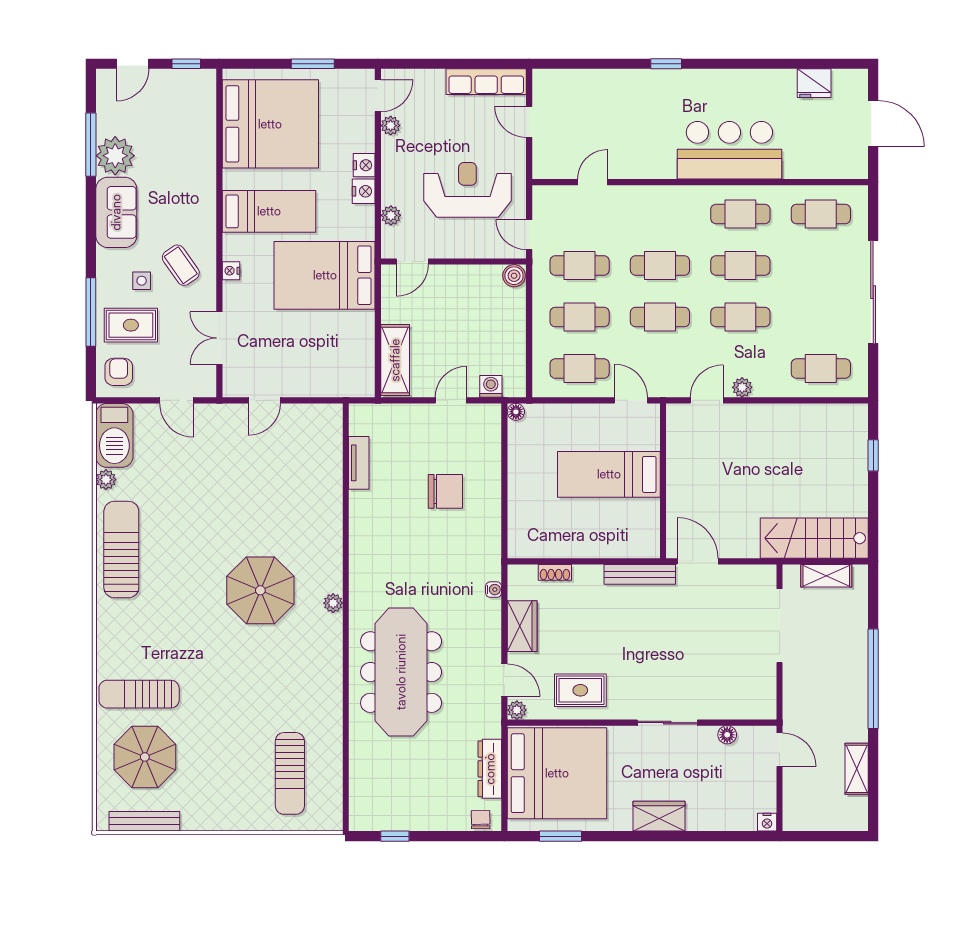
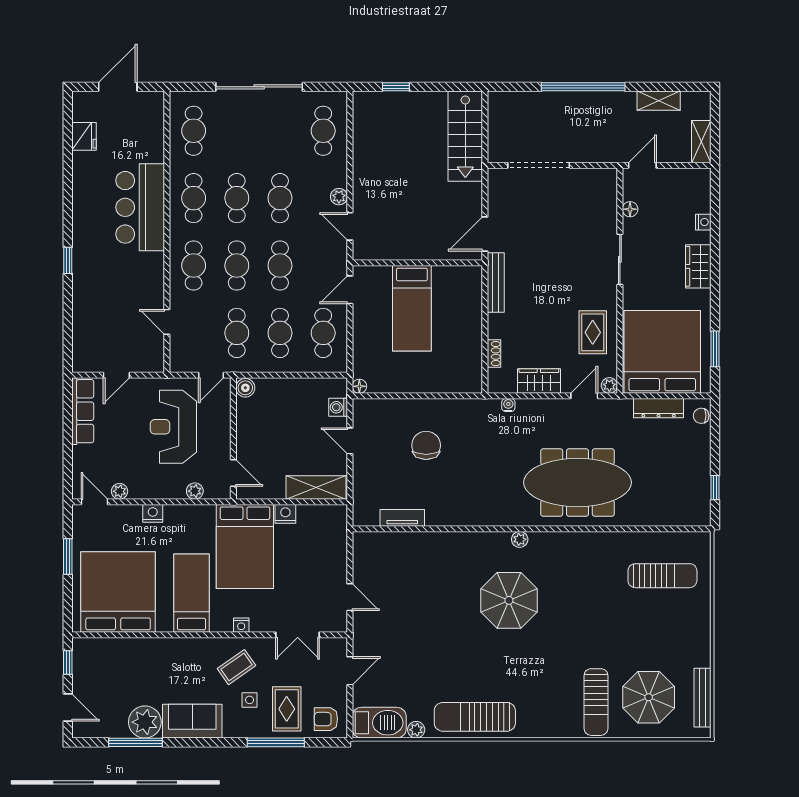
nightstand: (364, 191) -> (285, 514), moved
cafe table: (660, 214) -> (194, 266), added
shelving: (826, 576) -> (701, 142), moved
nightstand: (767, 822) -> (703, 222), moved

